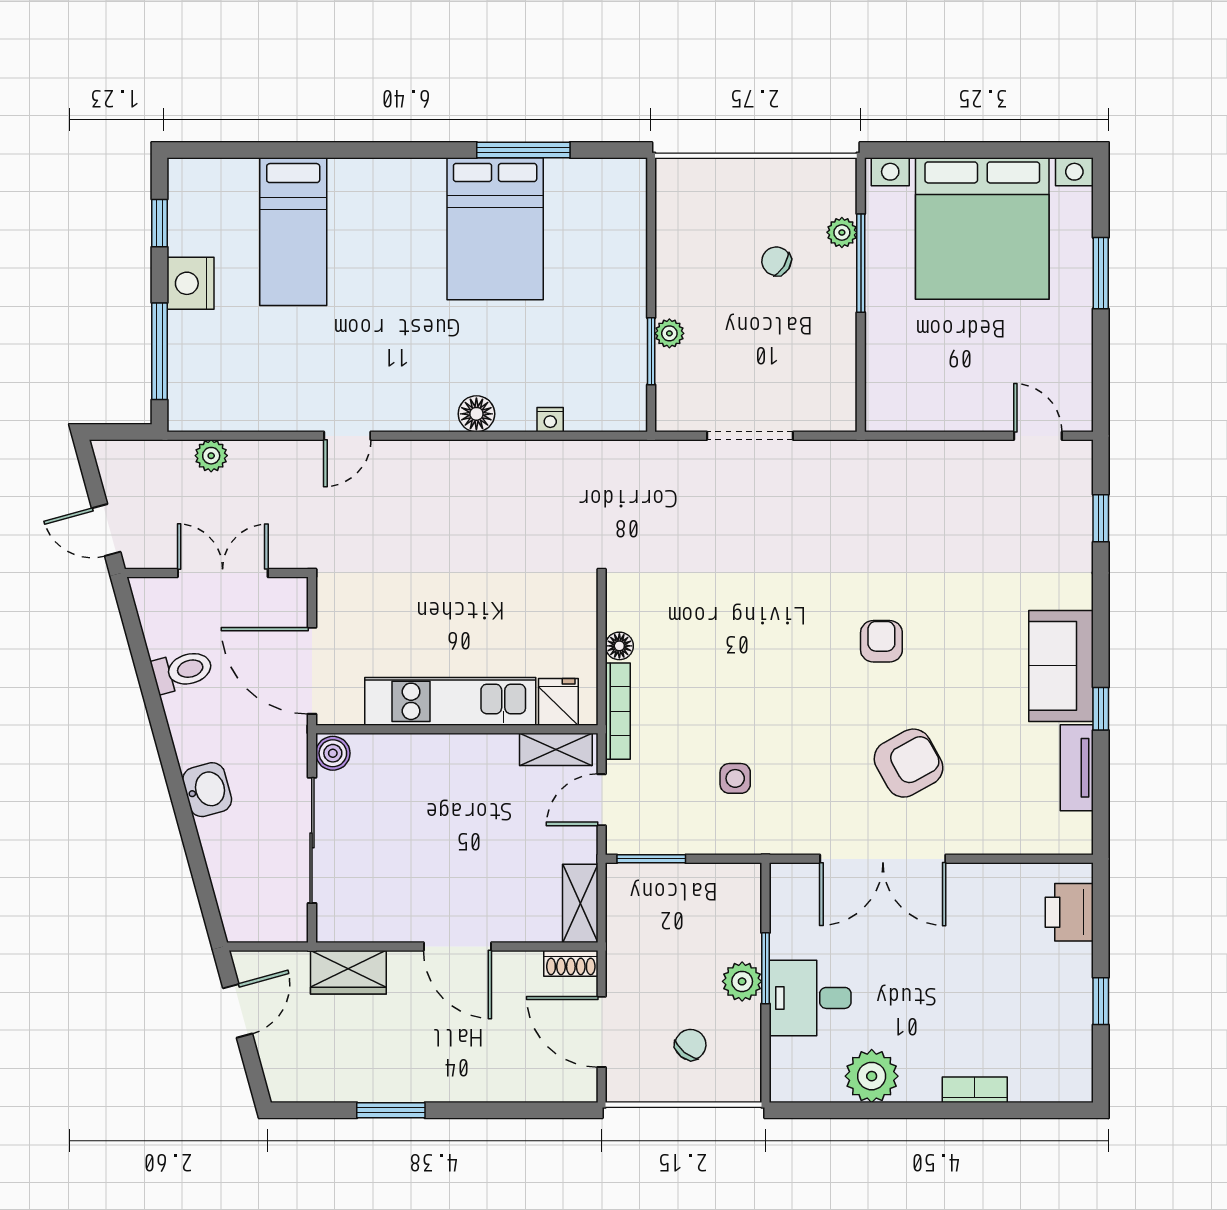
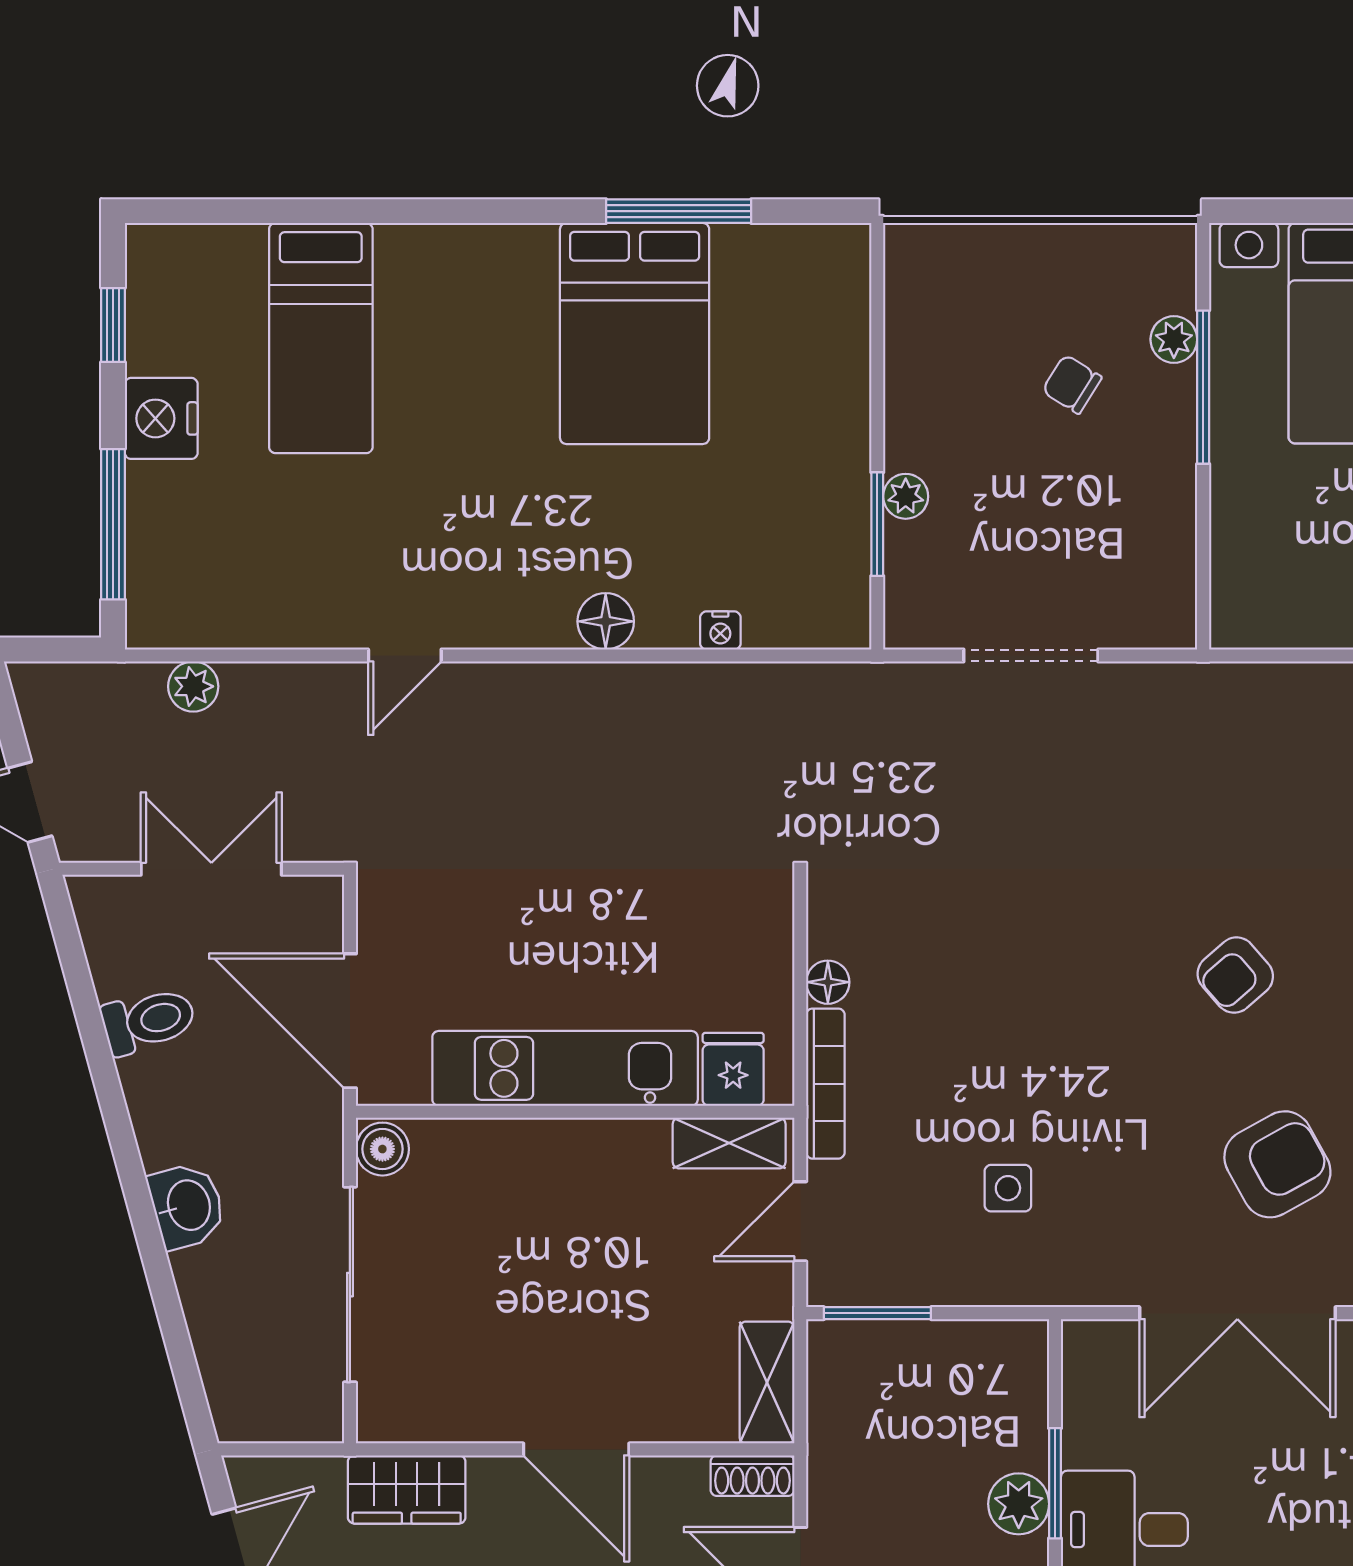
armchair: (881, 641) -> (1235, 975), turned -131

